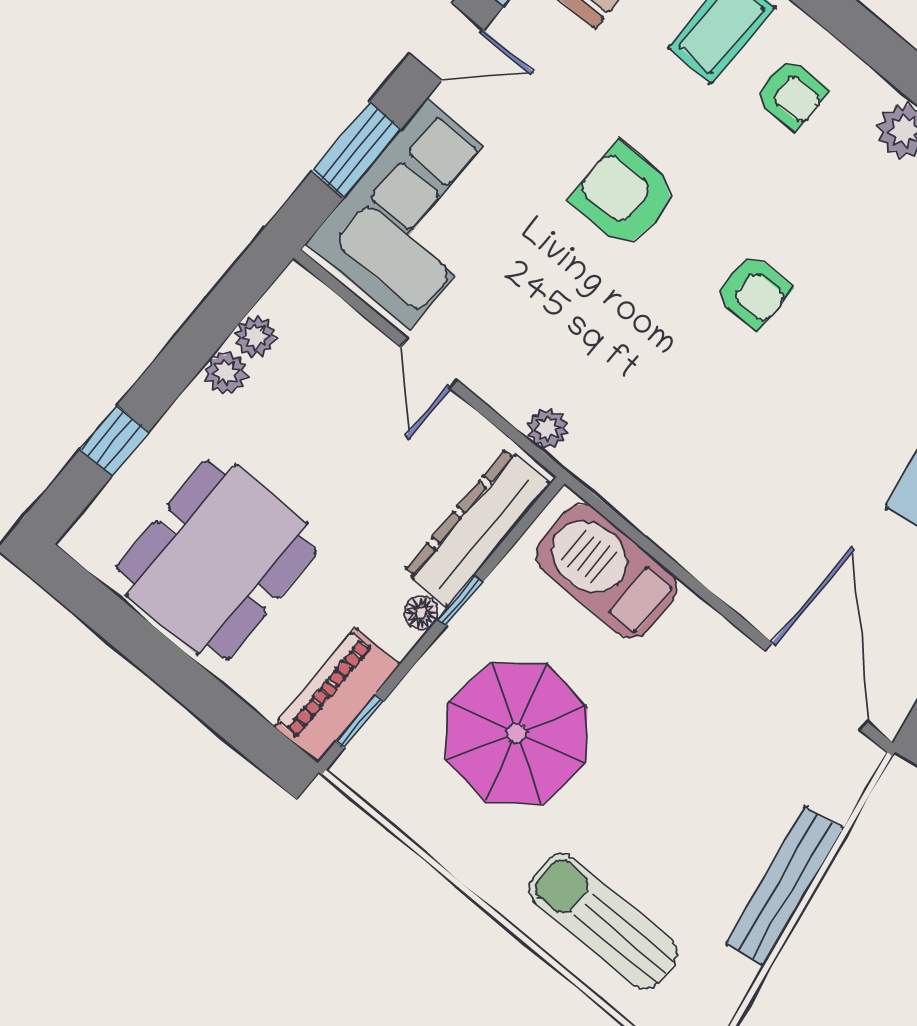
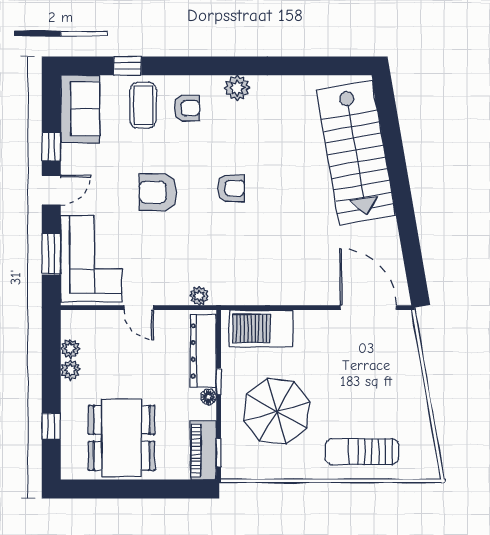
bench: (785, 886) -> (415, 386), removed

